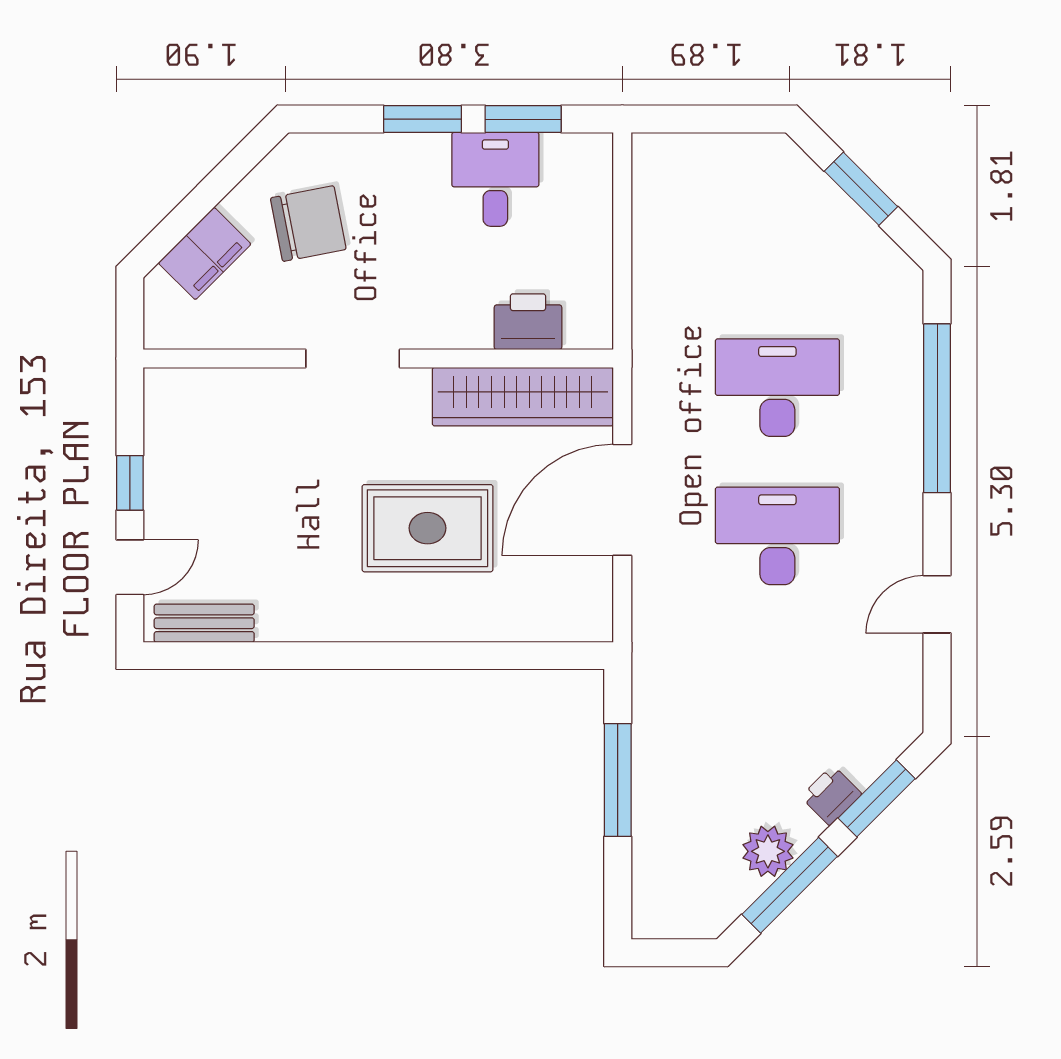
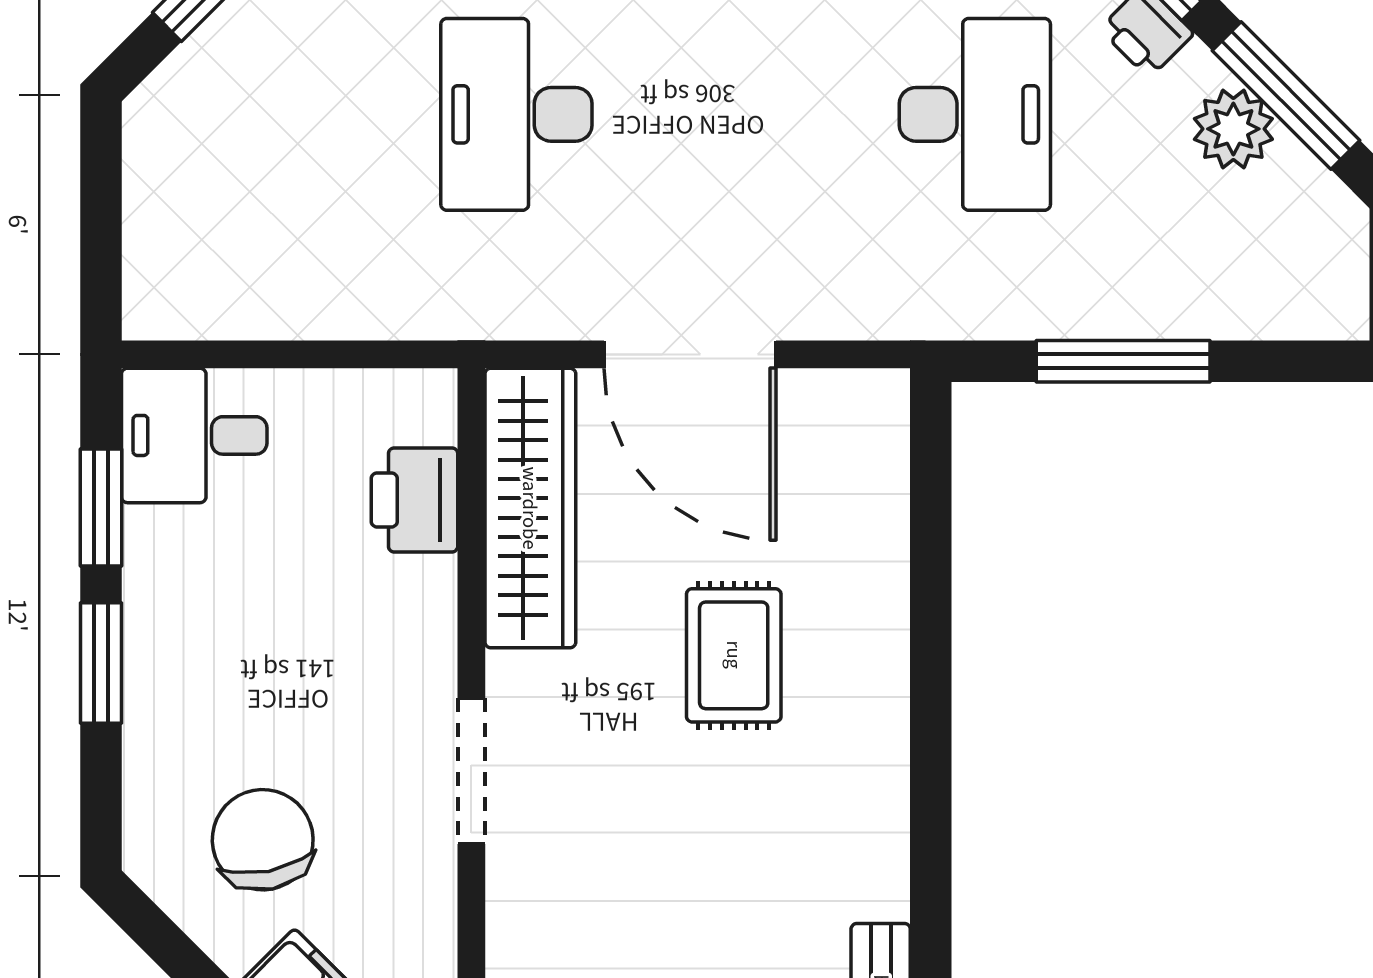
desk: (495, 179) -> (194, 435), moved
rug: (428, 528) -> (734, 655), width x0.73, depth x0.70
desk: (777, 536) -> (975, 114), moved, turned 180

